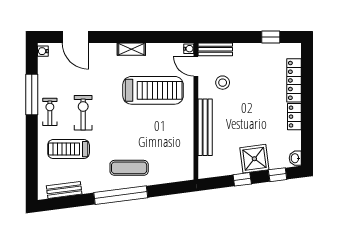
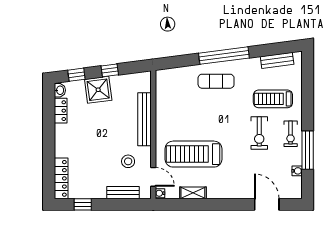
shelving: (131, 49) -> (193, 193), moved
bench: (215, 49) -> (123, 193), moved
water cooler: (43, 51) -> (297, 171), moved
locker: (294, 80) -> (61, 178), moved
locker: (294, 117) -> (61, 111), moved
treadmill: (69, 149) -> (273, 99), turned 180

